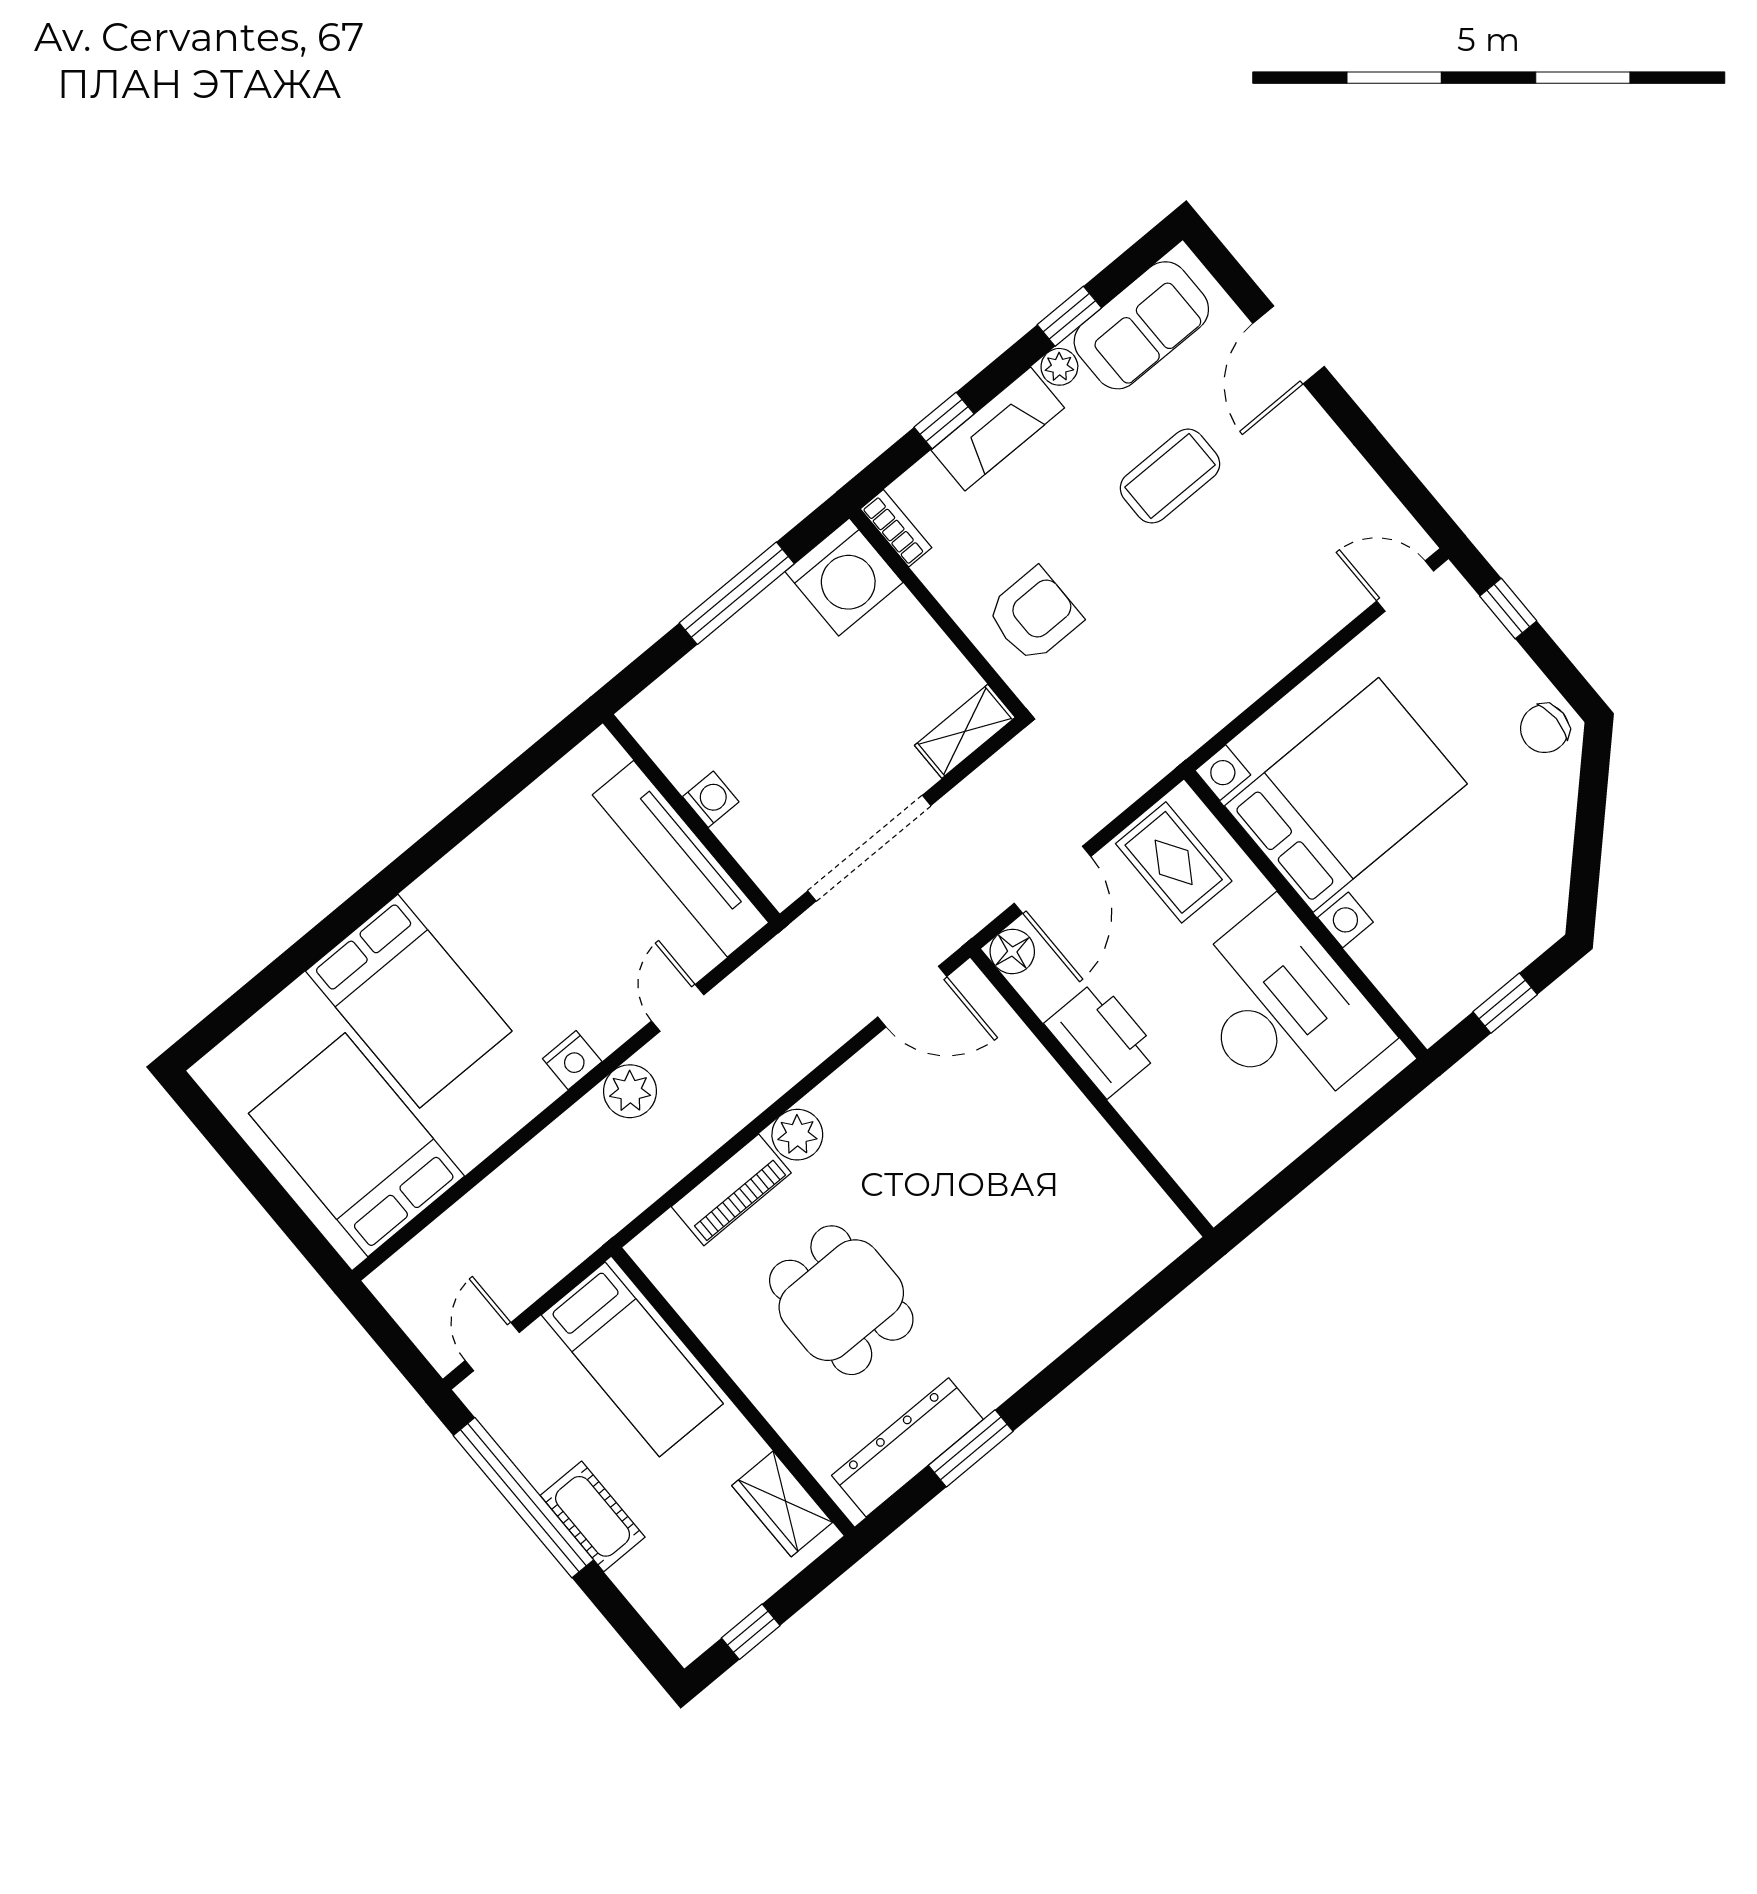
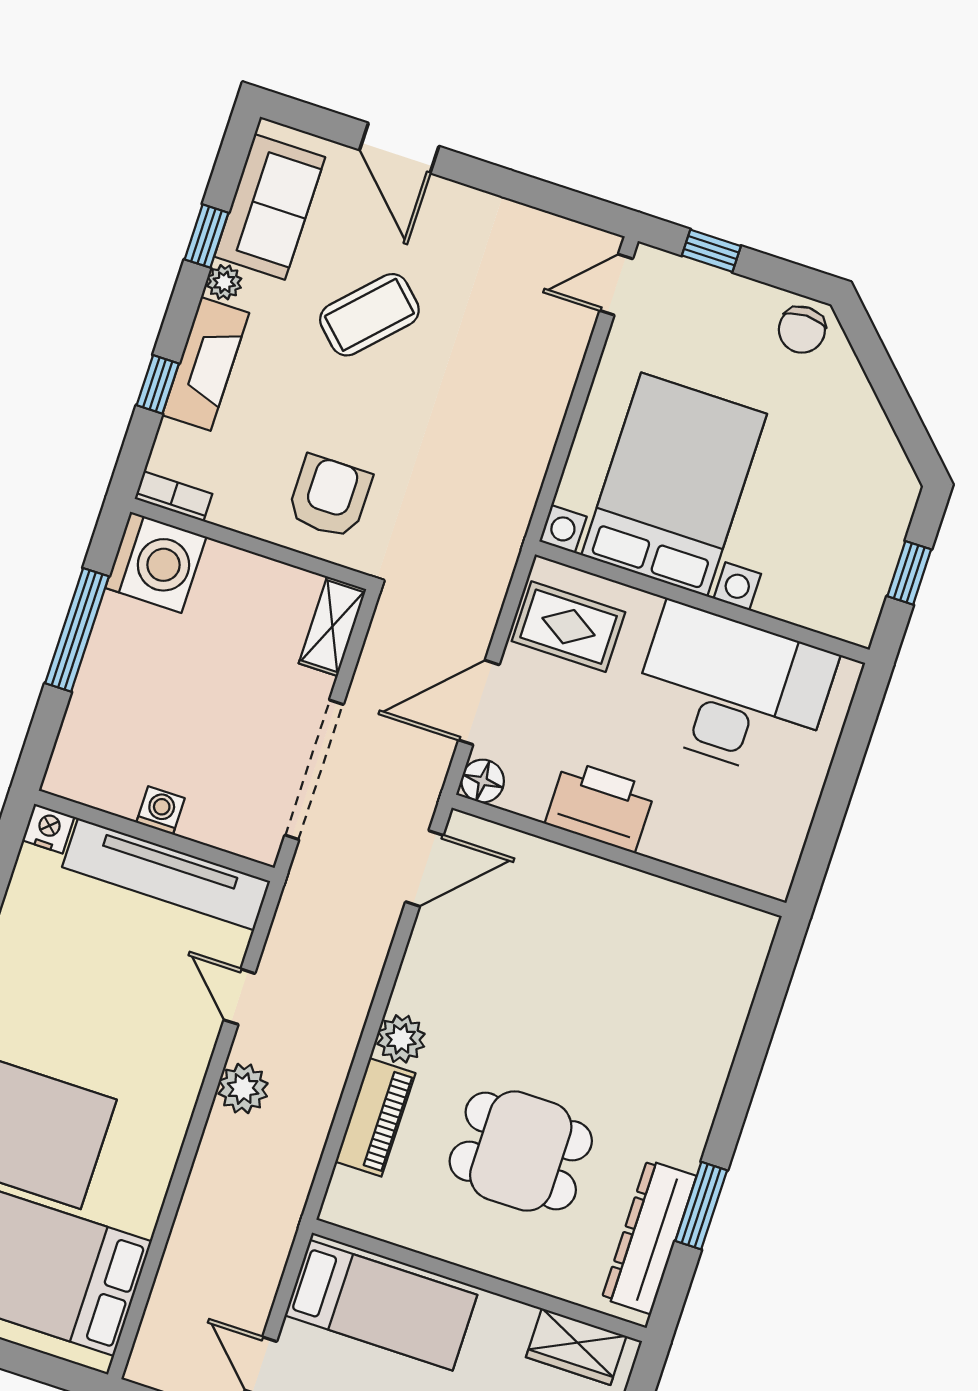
coffee table: (1170, 476) -> (369, 315), turned 44
door: (1052, 880) -> (479, 702), swing flipped
nightstand: (572, 1060) -> (49, 829), moved, turned -90

